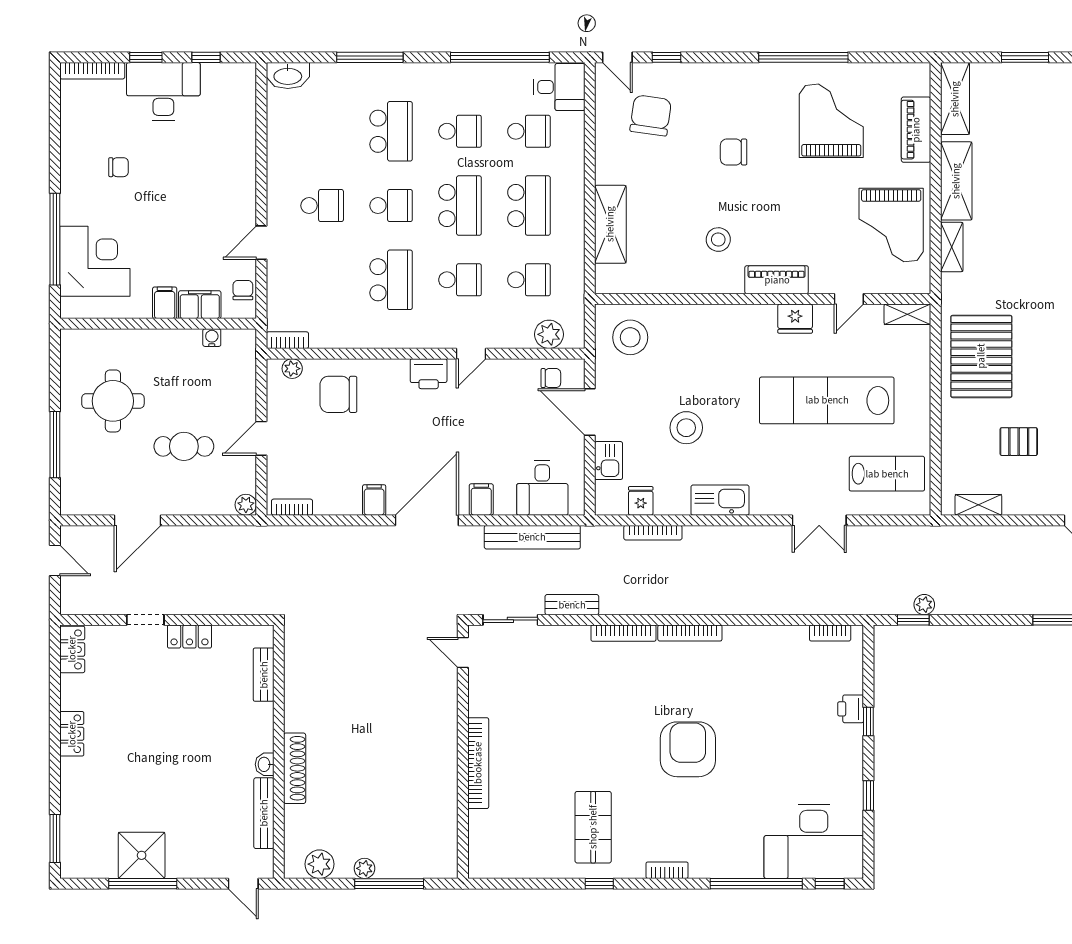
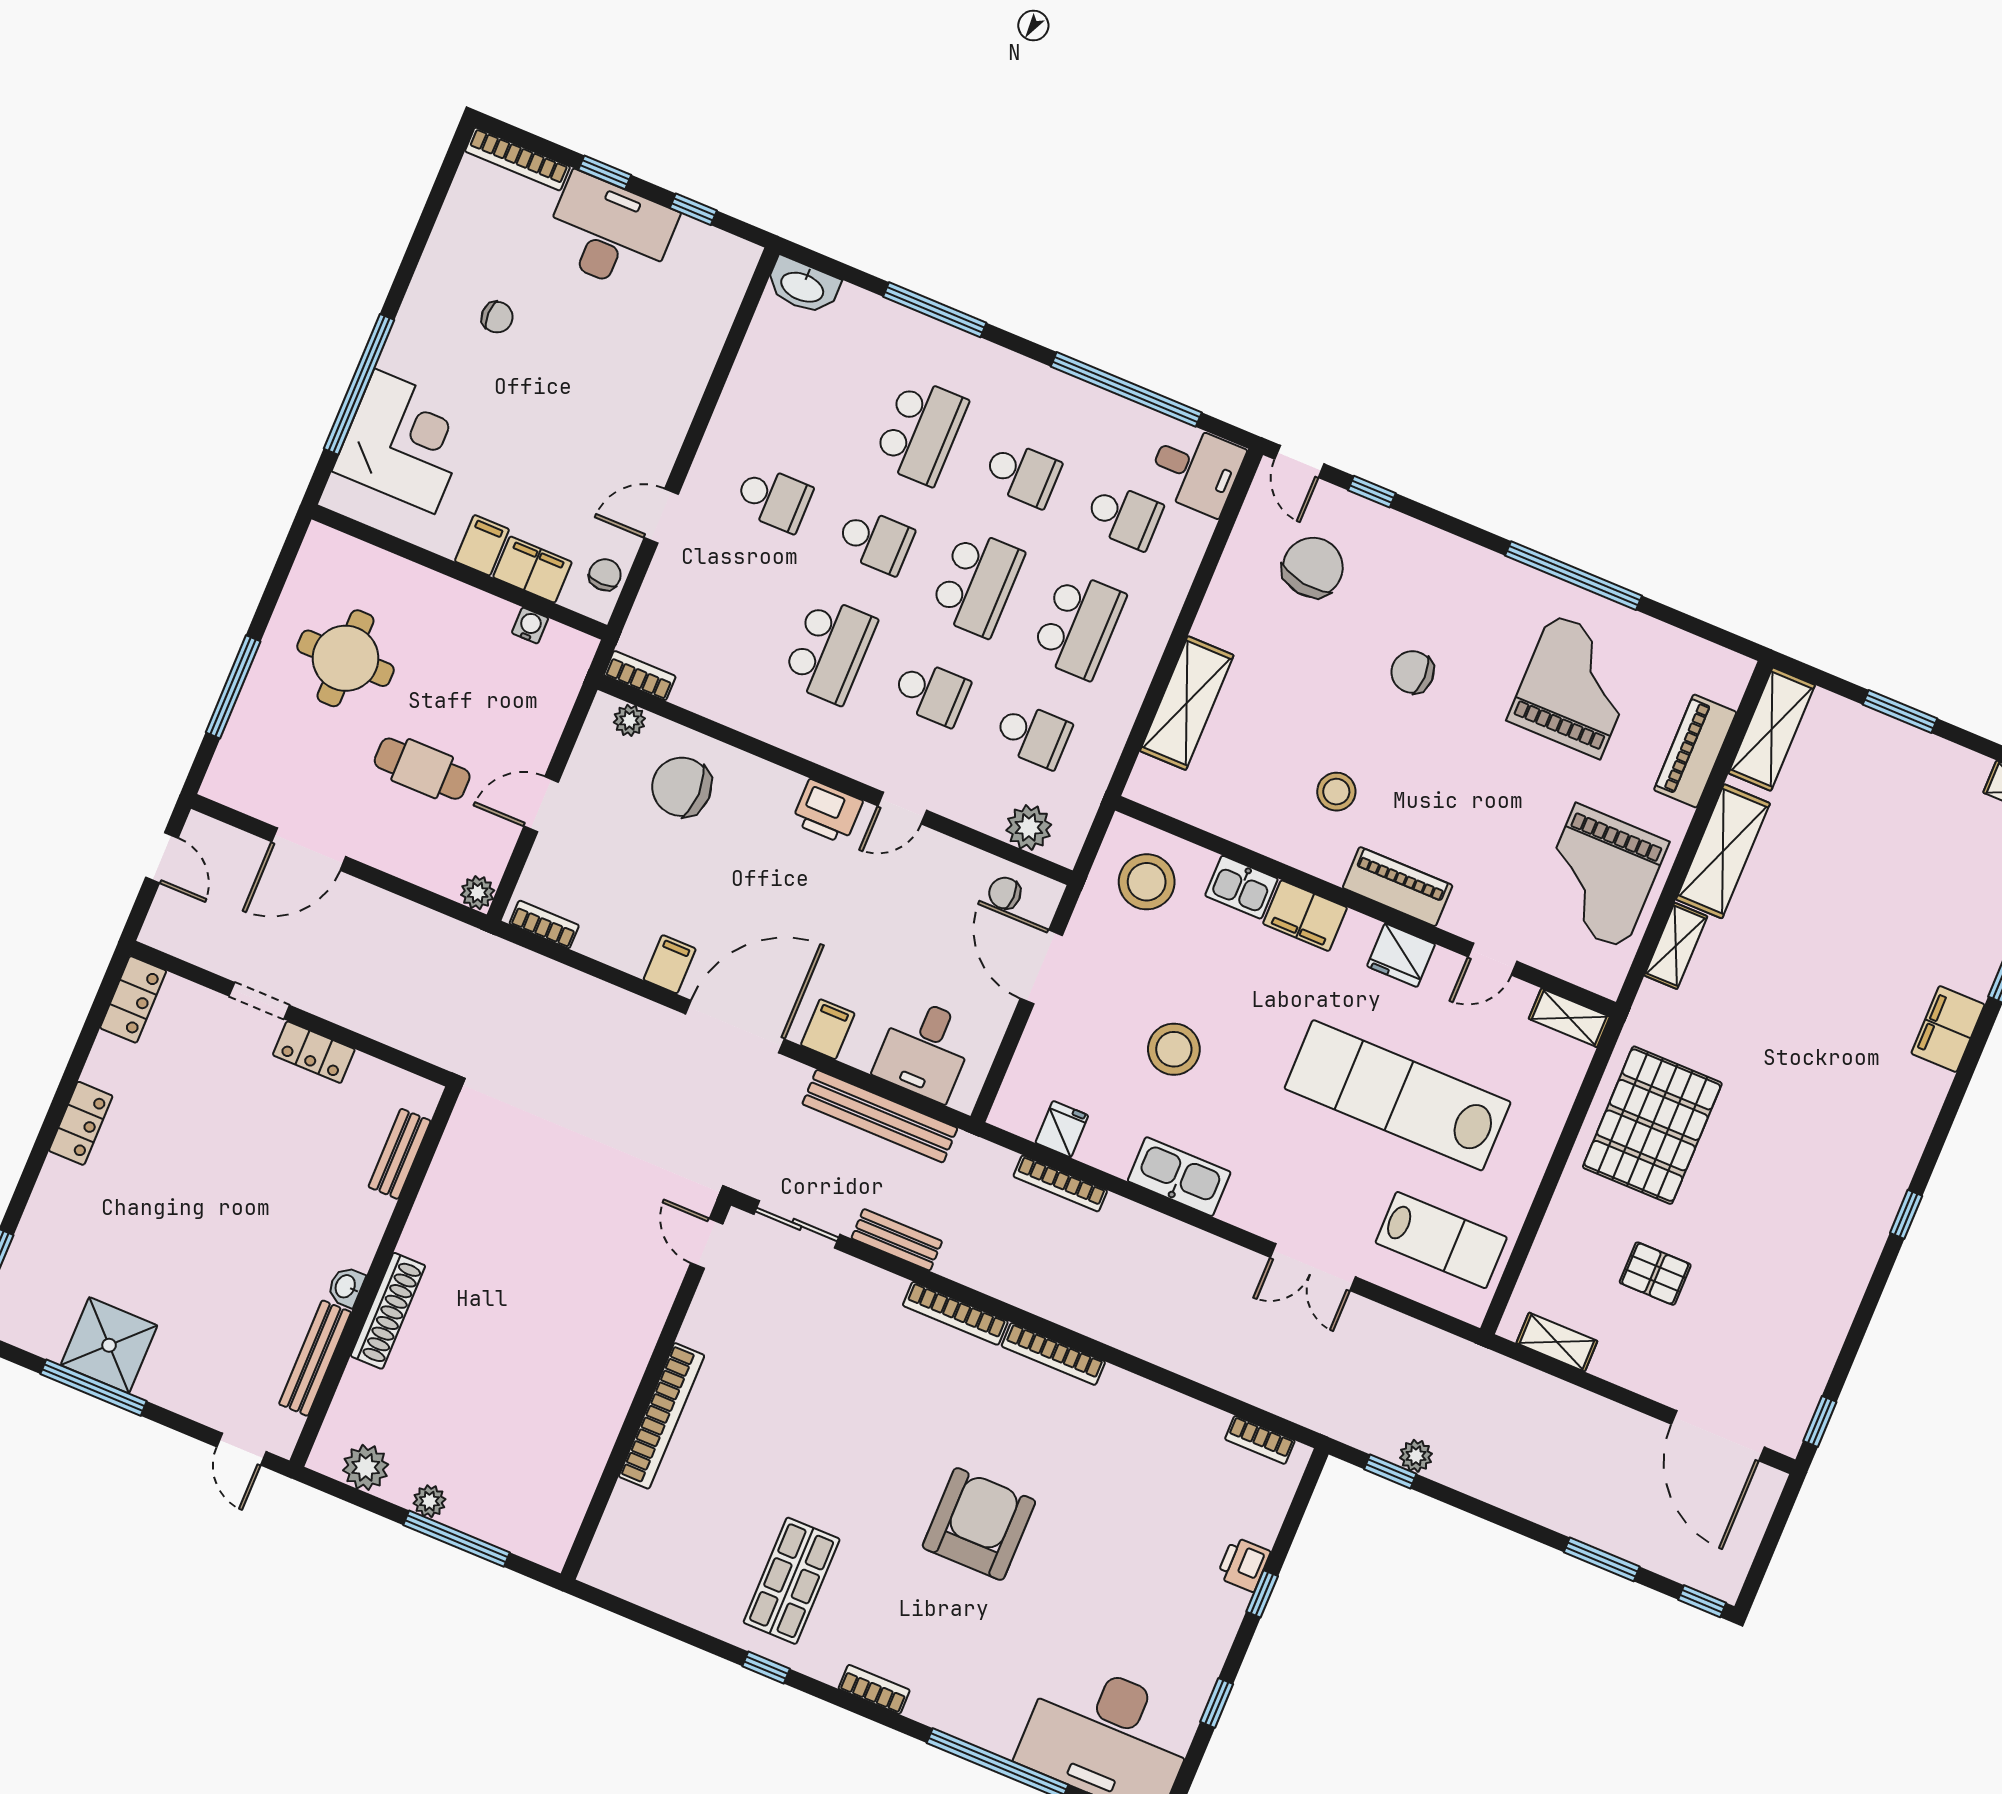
filing cabinet: (730, 319) -> (1305, 916), added
chair: (551, 378) -> (1005, 893), turned 180
kitchen sink: (609, 461) -> (1241, 887), moved, turned 90

